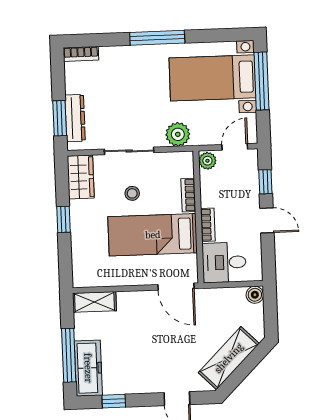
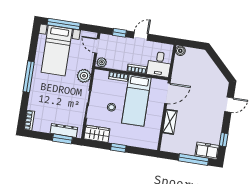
shelving: (94, 302) -> (170, 122), moved
shelving: (229, 358) -> (212, 72), removed
freezer: (88, 368) -> (207, 151), width x0.71

